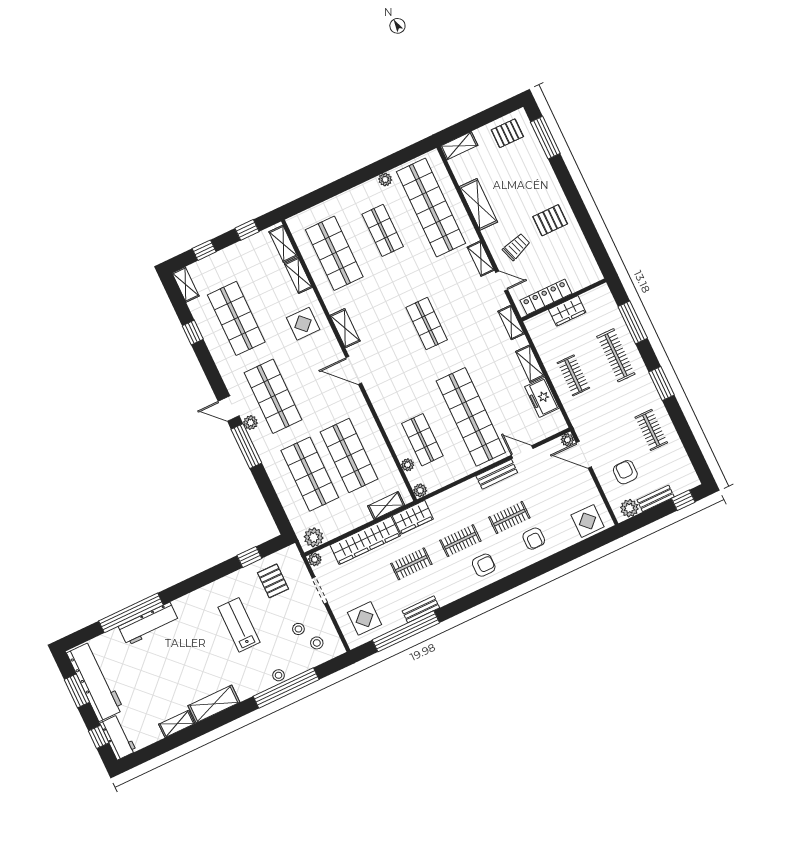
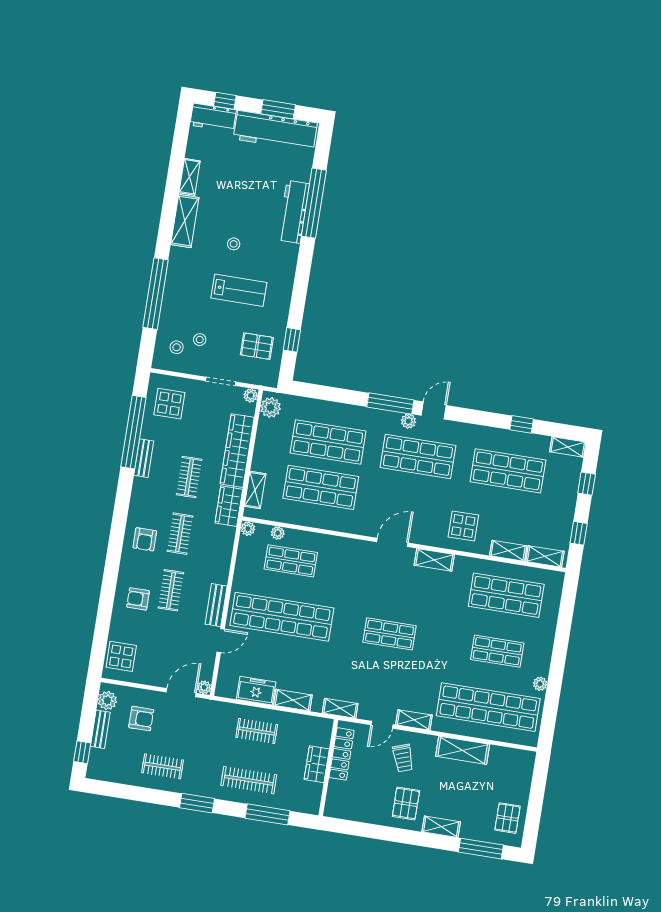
shelving: (459, 146) -> (441, 827), moved, turned 90
stool: (279, 675) -> (234, 244), moved

